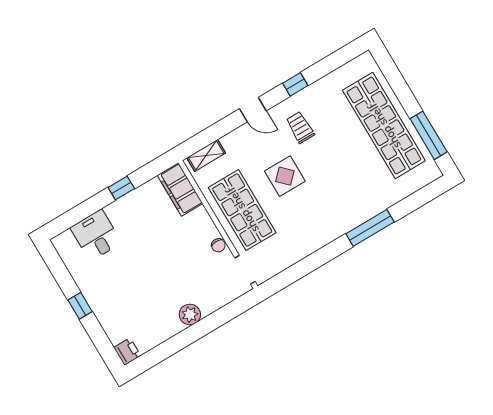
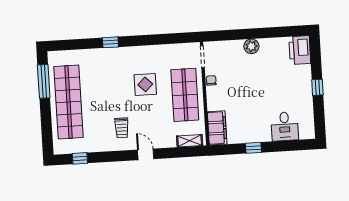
window: (295, 84) -> (80, 158), moved
display table: (285, 176) -> (145, 84), moved
window: (370, 228) -> (110, 42), width x0.46
printer: (127, 352) -> (300, 50), width x1.87, depth x1.48

